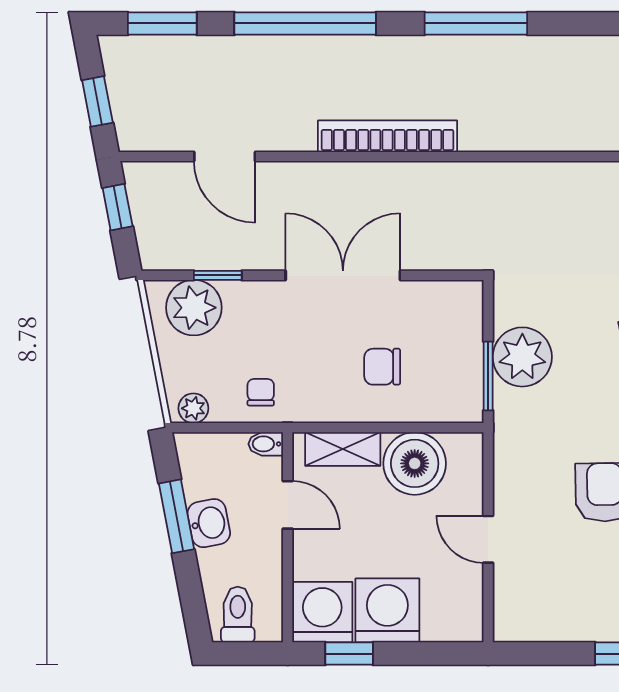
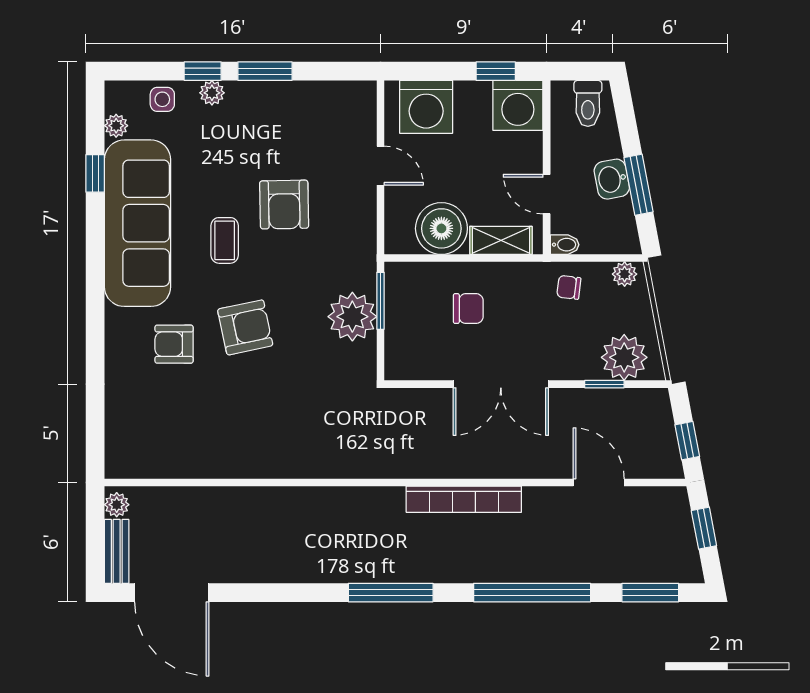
chair: (261, 392) -> (569, 287), turned 97
washing machine: (387, 610) -> (426, 107), moved

